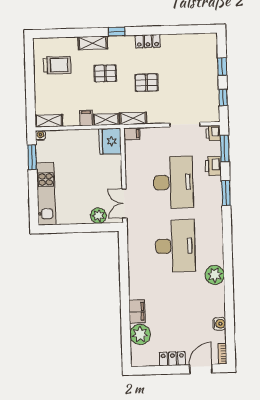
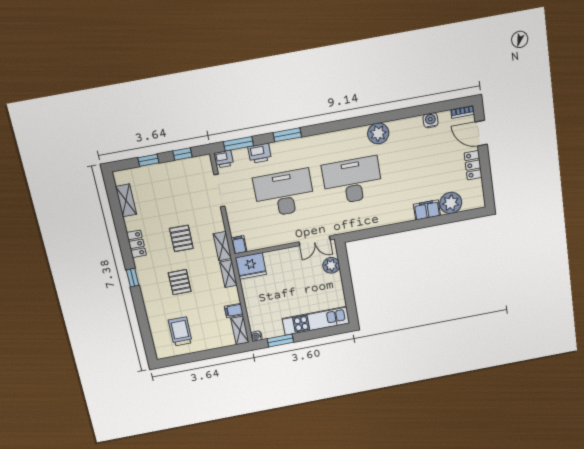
shelving: (93, 43) -> (126, 200), moved
filing cabinet: (86, 118) -> (234, 310), moved

